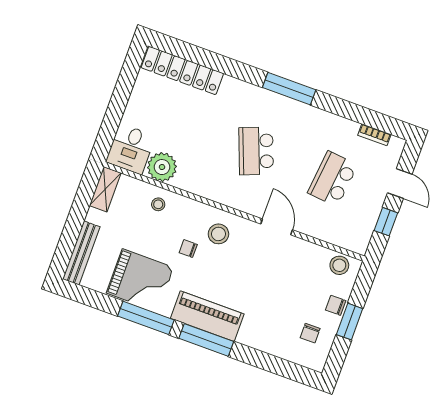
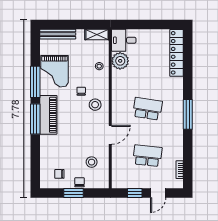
school desk: (256, 151) -> (147, 109), turned 30
stool: (339, 265) -> (92, 162), moved

